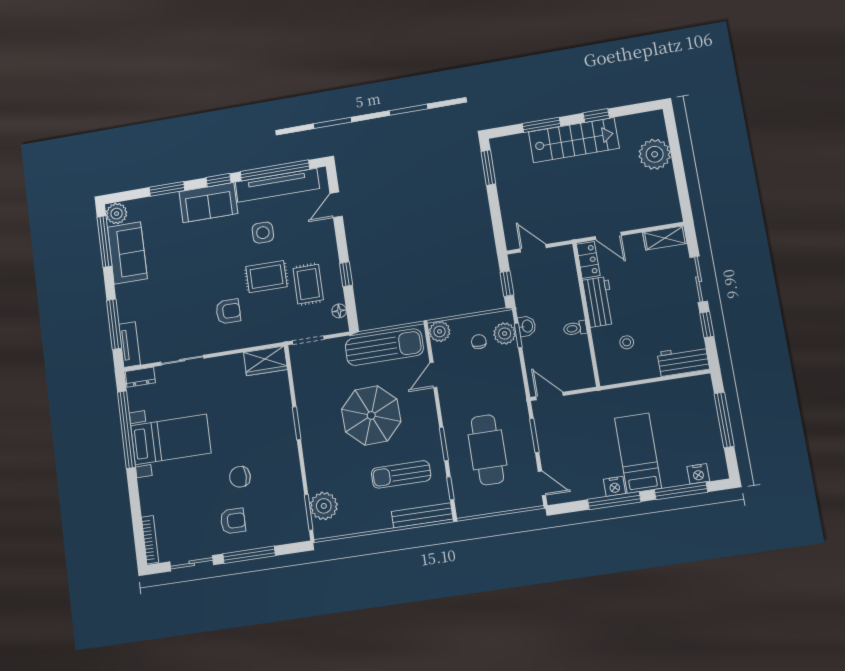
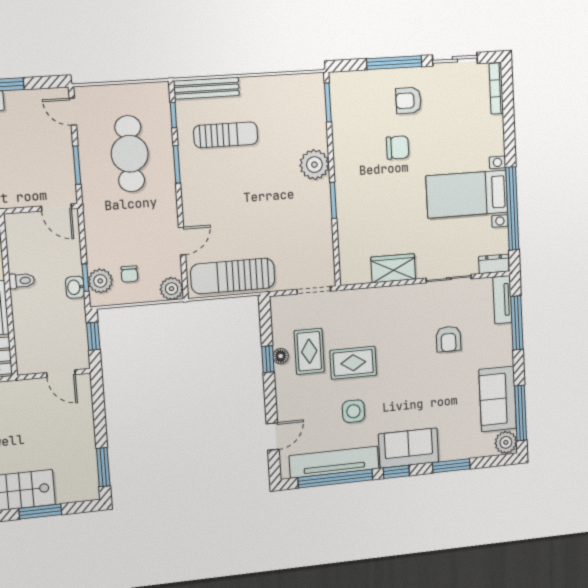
armchair: (228, 311) -> (448, 339), moved, turned -90
floor lamp: (339, 311) -> (281, 356), moved
wardrobe: (265, 361) -> (393, 268), moved
parasol: (371, 415) -> (253, 202), removed
plant: (324, 506) -> (314, 165), moved

